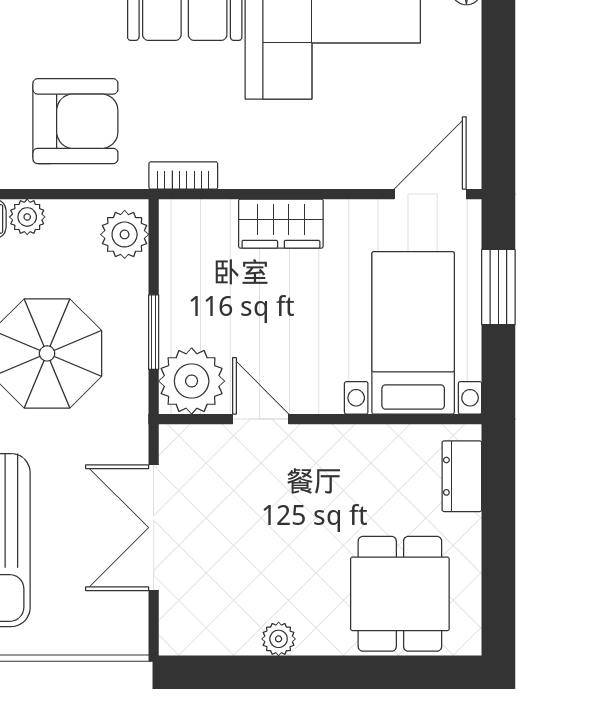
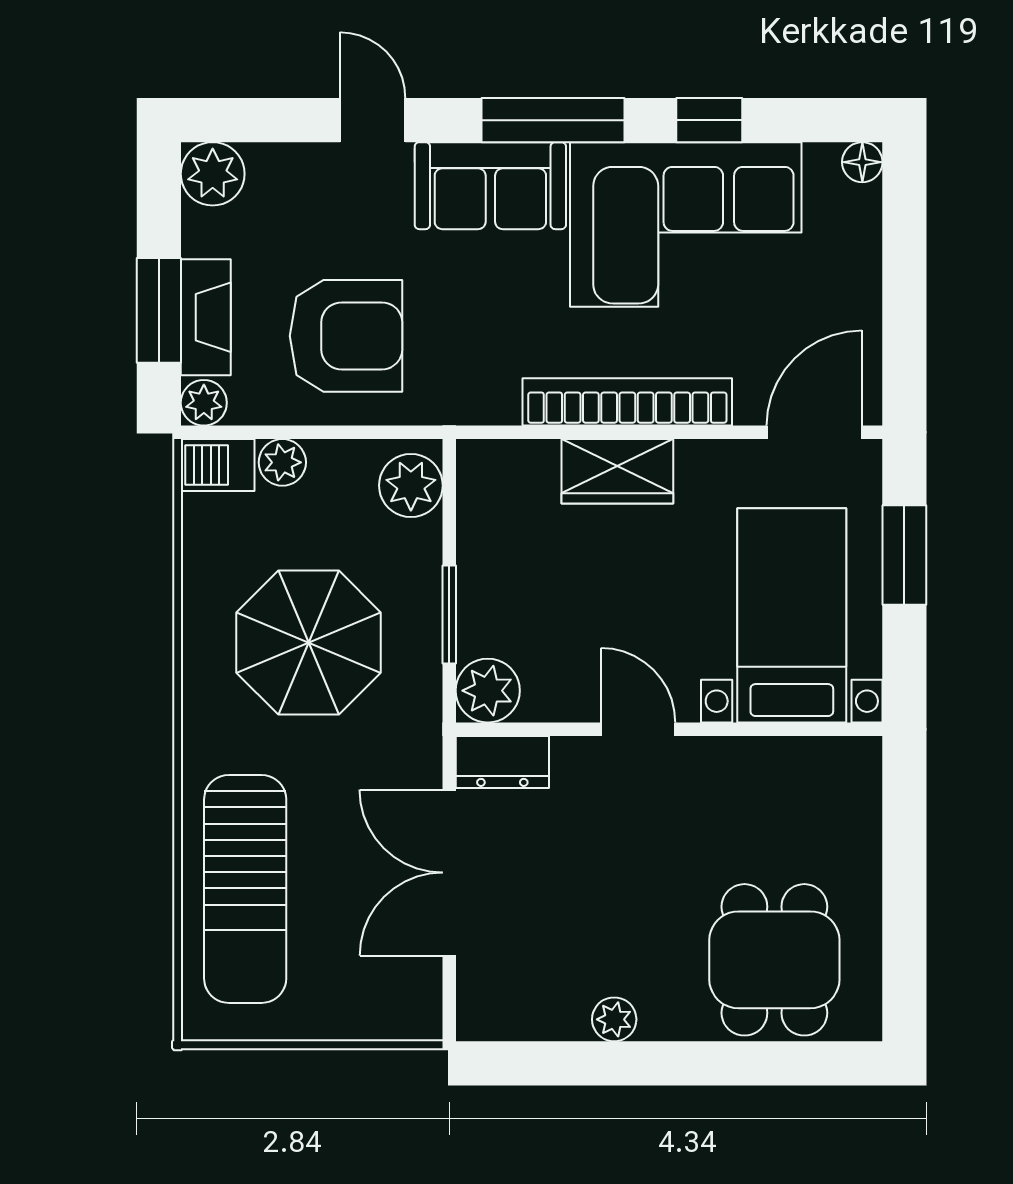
bookcase: (183, 175) -> (627, 402), moved, width x2.31, depth x1.31
plant: (192, 381) -> (488, 691), width x0.73, depth x0.73
door: (261, 419) -> (638, 729), moved
dresser: (462, 476) -> (502, 762), moved, turned -90

